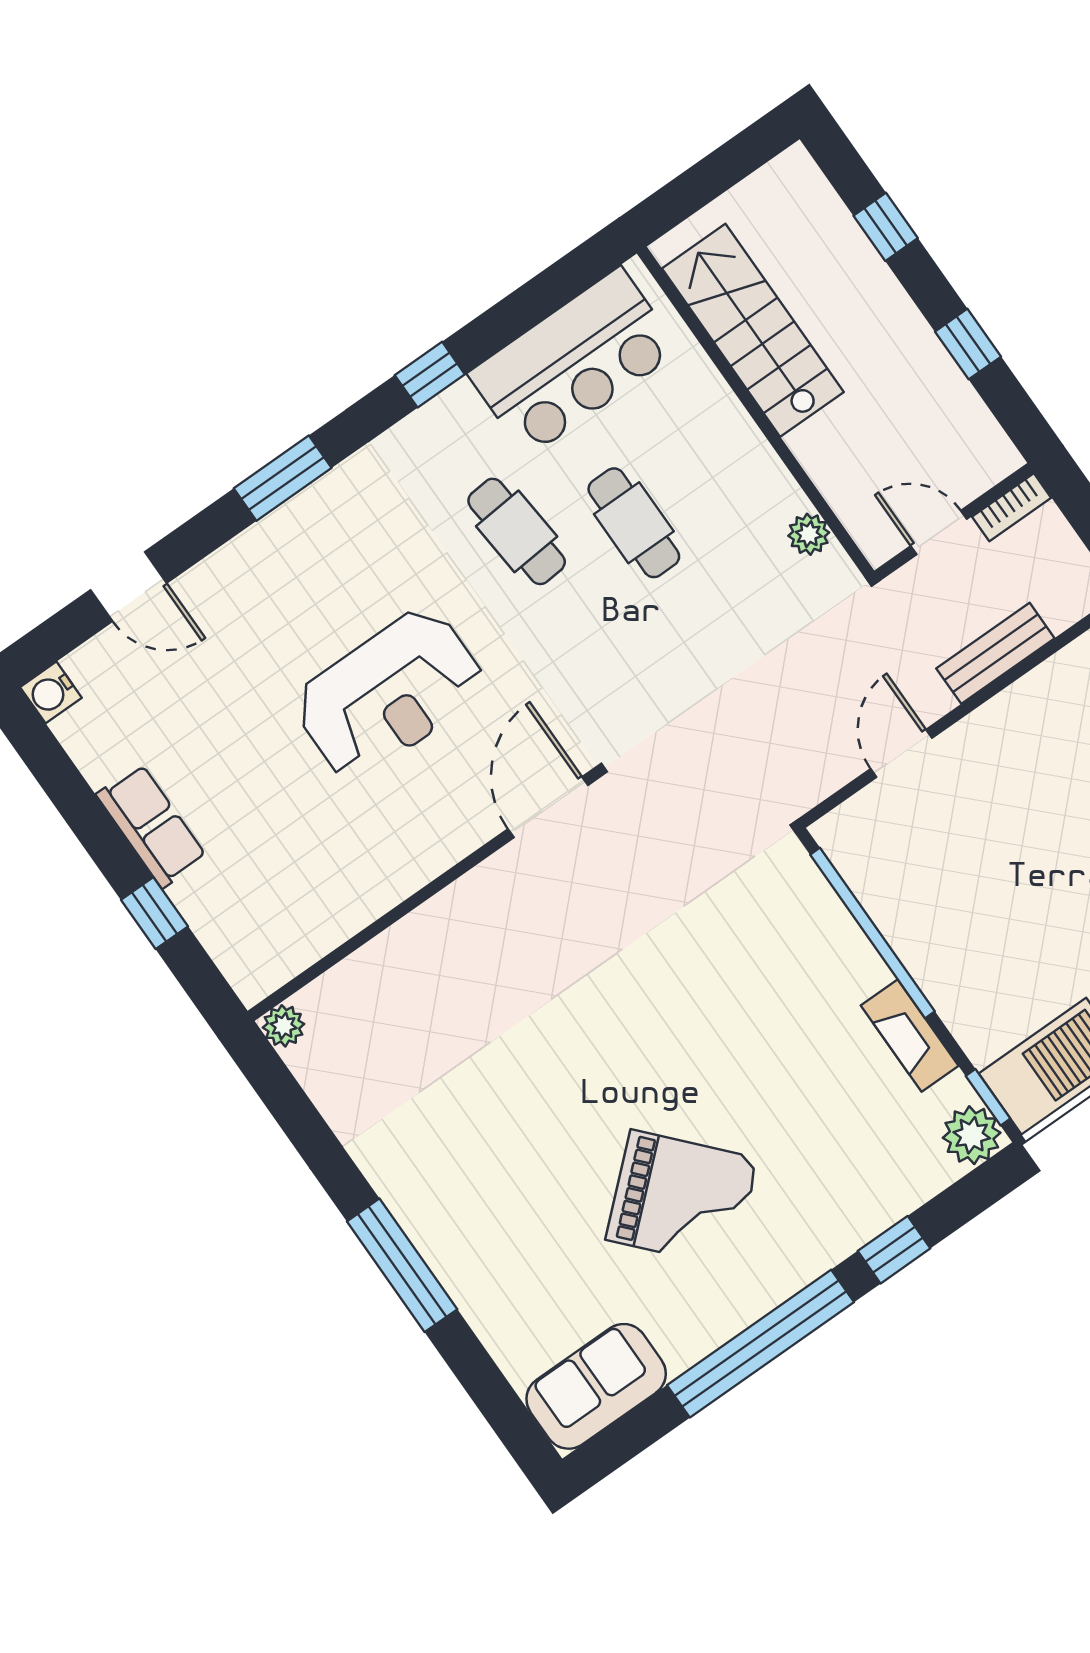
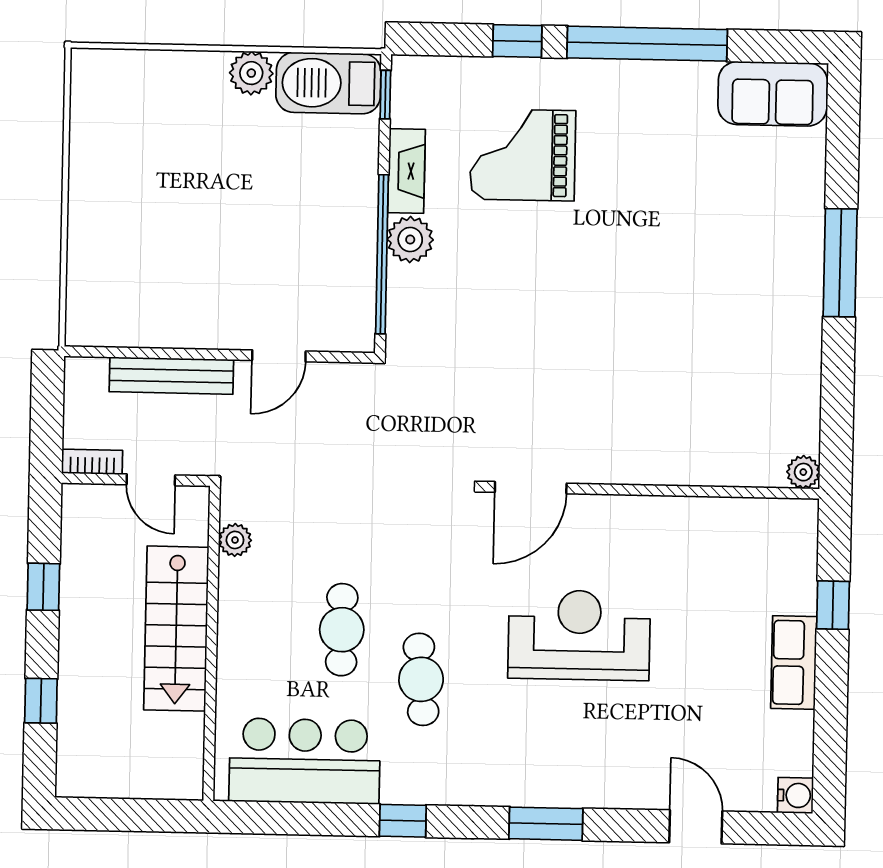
stairs: (753, 330) -> (176, 629), moved
bench: (995, 653) -> (171, 376), width x1.36
plant: (972, 1135) -> (410, 240), moved
grand piano: (682, 1199) -> (523, 155), moved, turned -48

